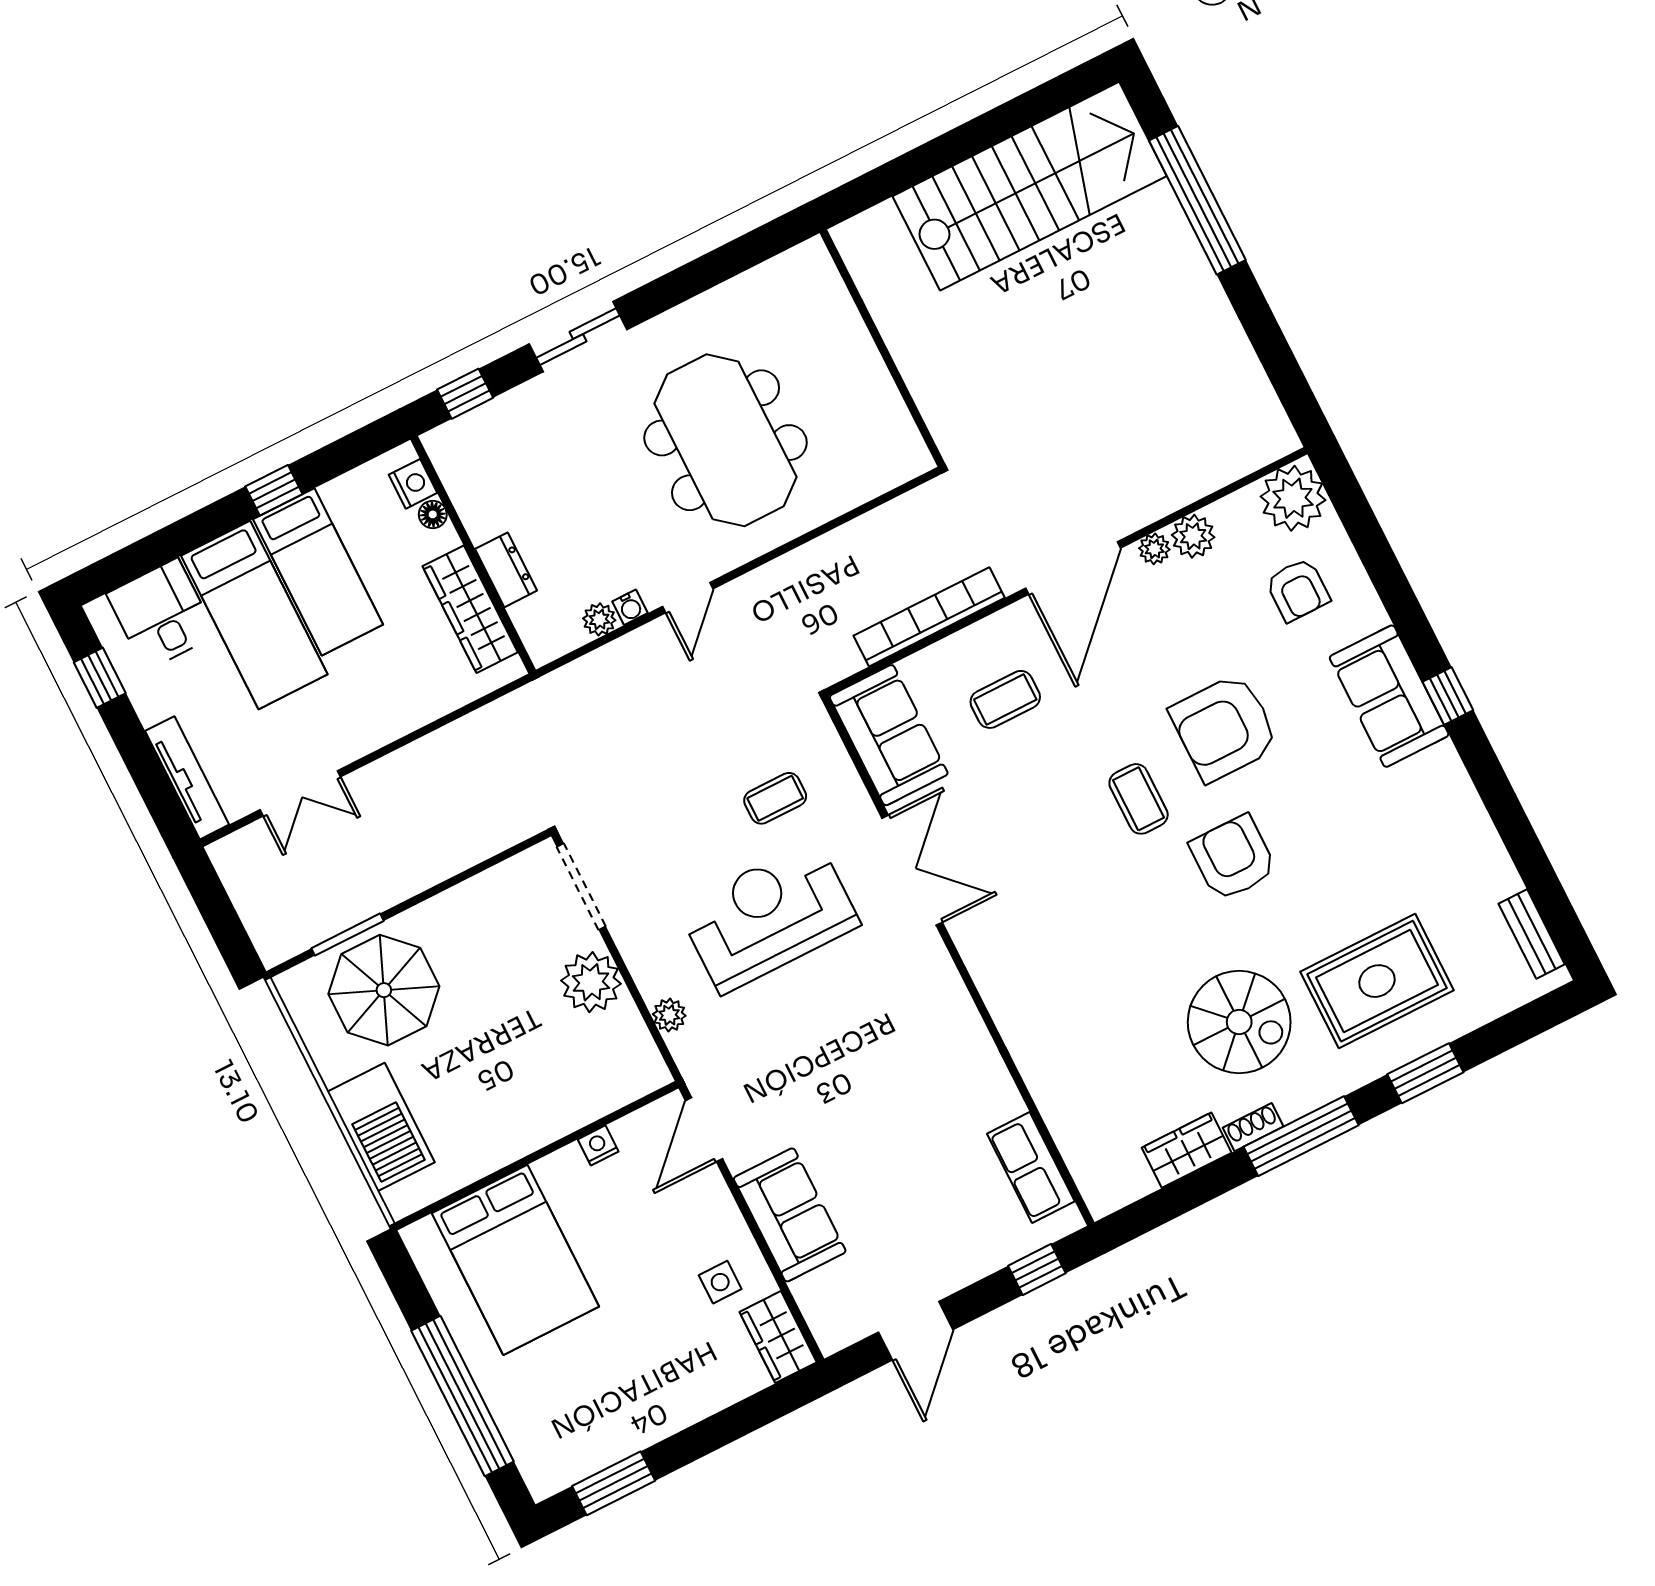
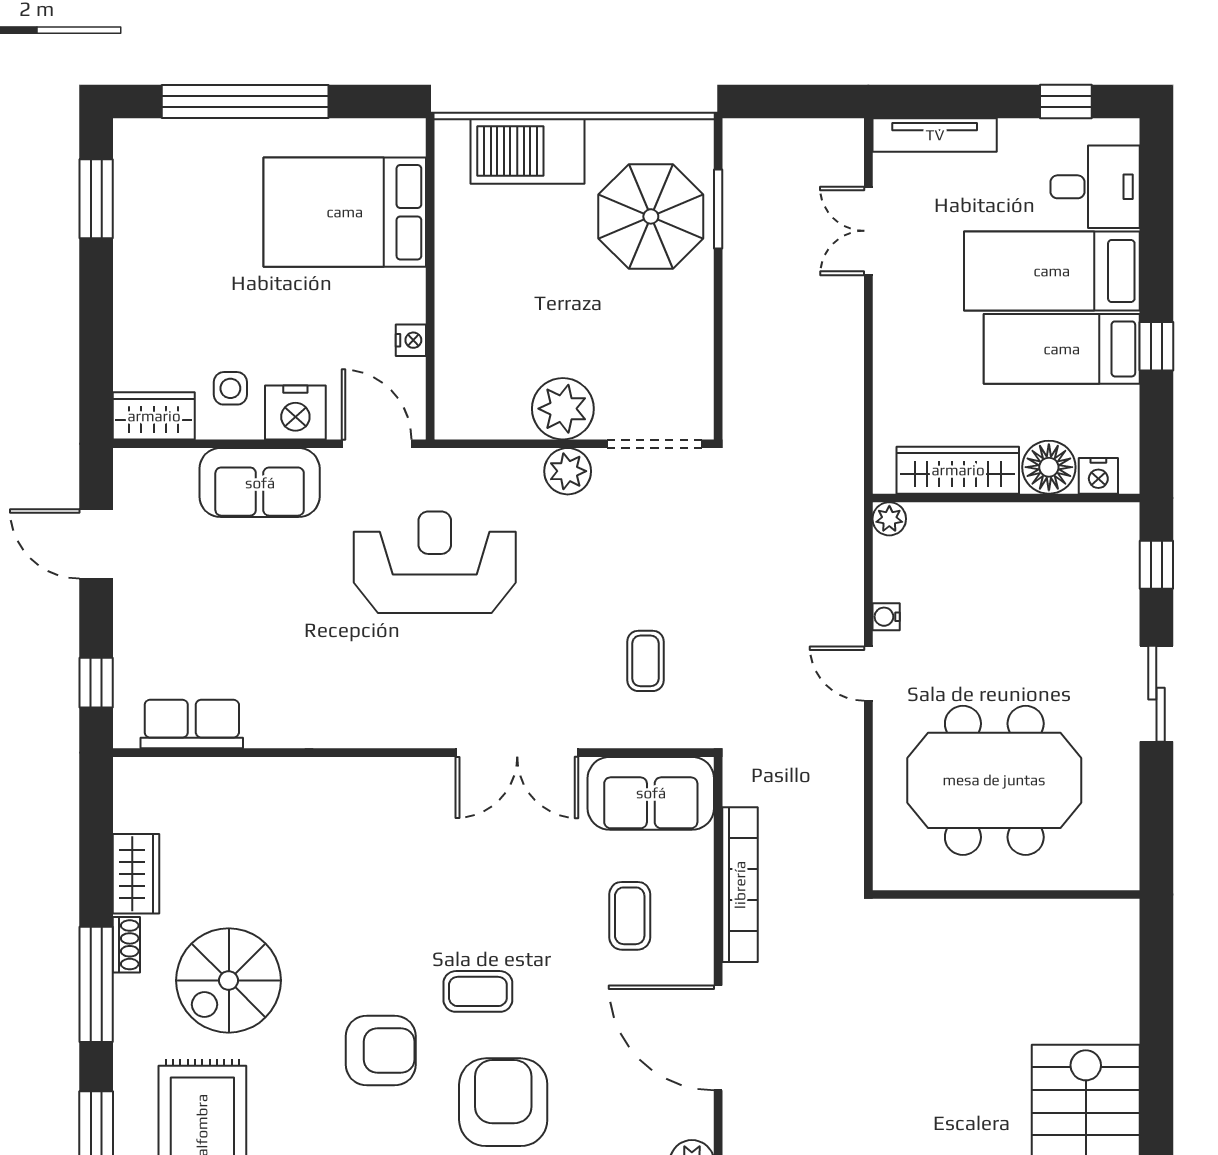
wall: (882, 348) -> (1006, 895), moved
floor lamp: (433, 514) -> (1049, 467), width x1.89, depth x1.89
plant: (1154, 549) -> (698, 1121), removed
dresser: (506, 570) -> (977, 521), removed
plant: (599, 619) -> (889, 519), moved
reception desk: (769, 916) -> (435, 562), moved, turned -90
plant: (669, 1015) -> (568, 471), moved, width x1.38, depth x1.38
nightstand: (712, 1215) -> (295, 412), added

